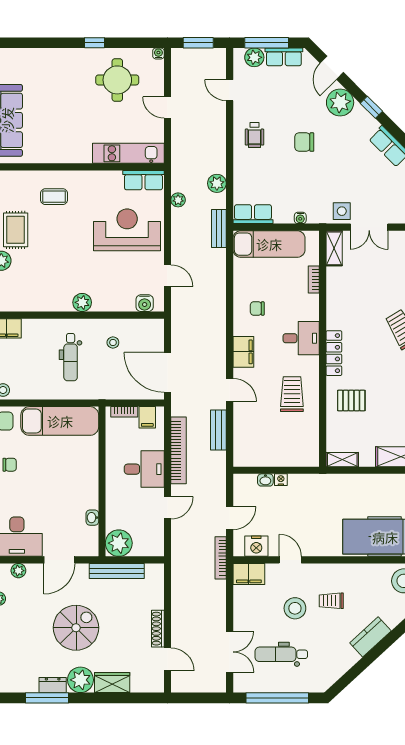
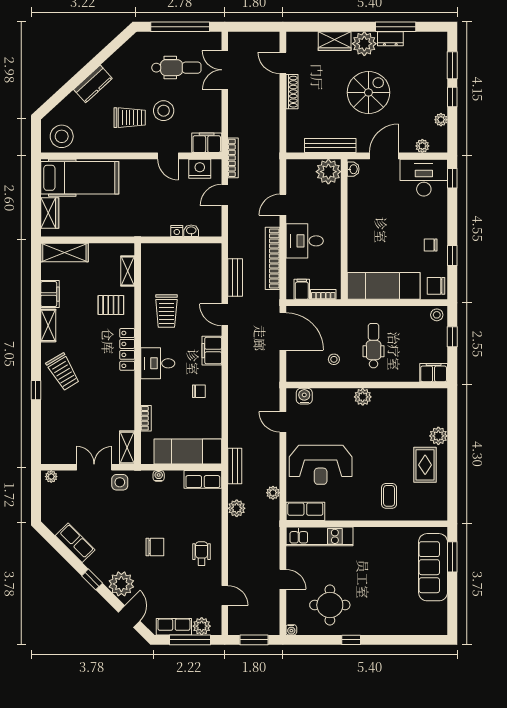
coffee table: (54, 197) -> (389, 496), turned 90
shelving: (342, 460) -> (128, 271), moved, turned 90
washbasin: (92, 518) -> (353, 169), moved
trolley: (331, 601) -> (130, 118), width x1.36, depth x1.39
spiral stairs: (76, 628) -> (368, 92), turned 180

